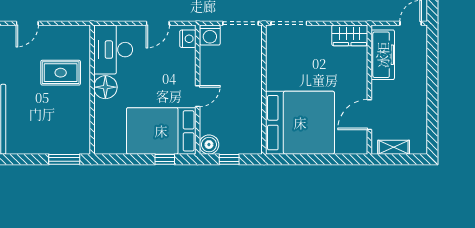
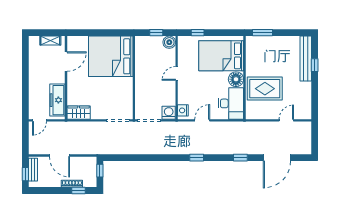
rug: (61, 73) -> (265, 89), width x1.36, depth x1.43
bed: (161, 131) -> (221, 56), moved, turned 180

